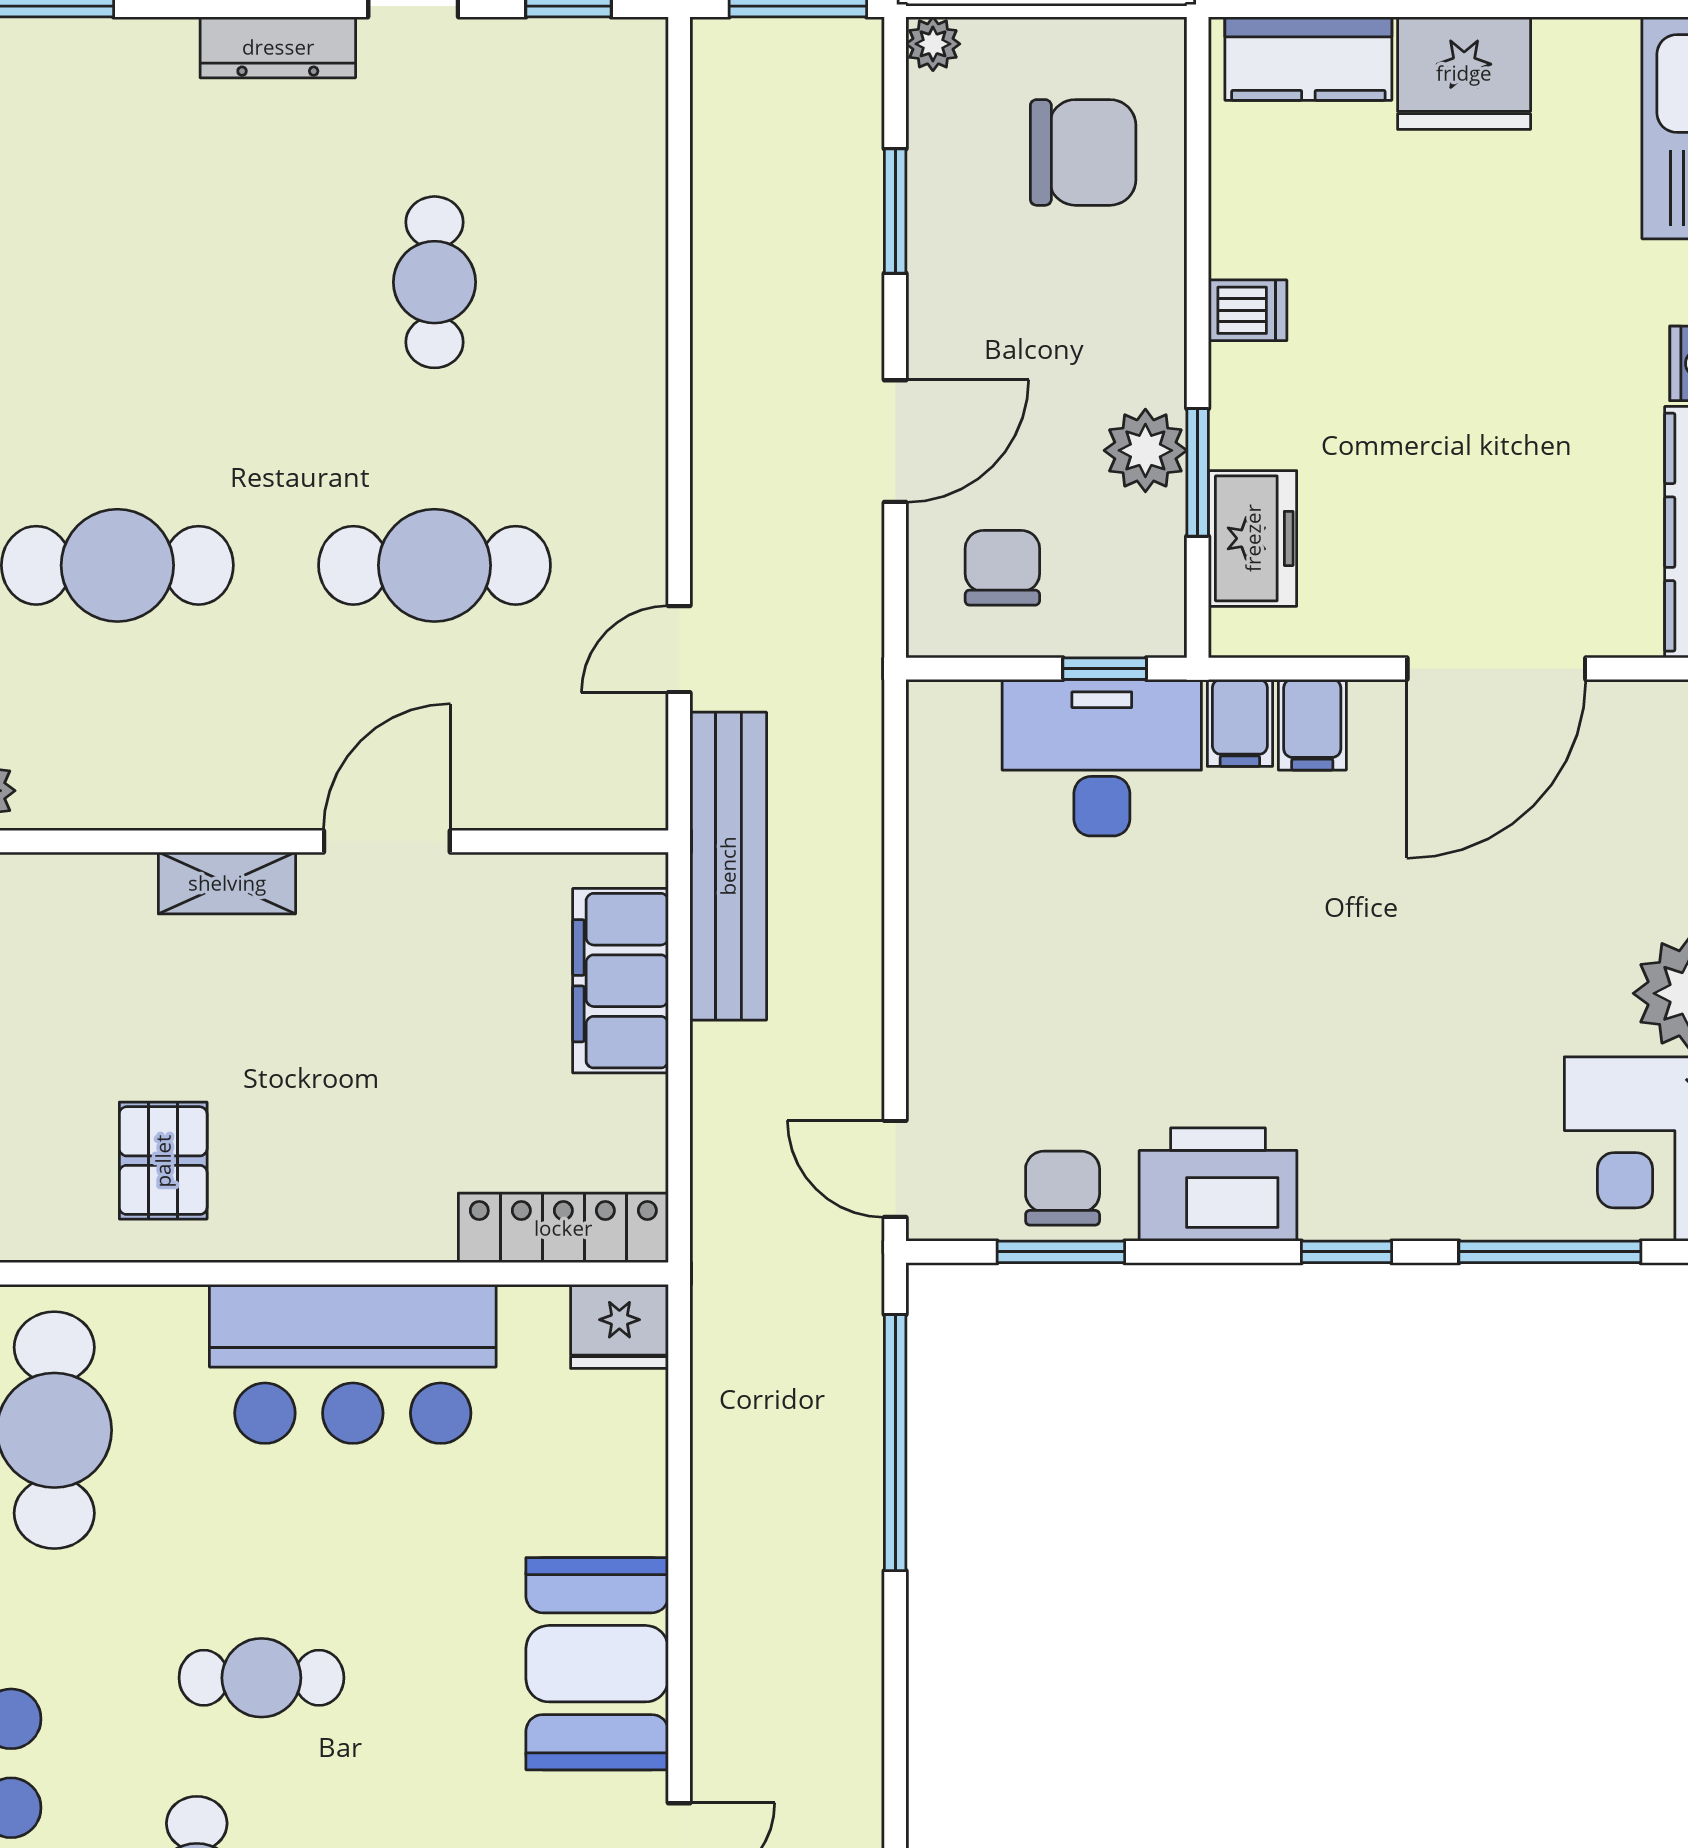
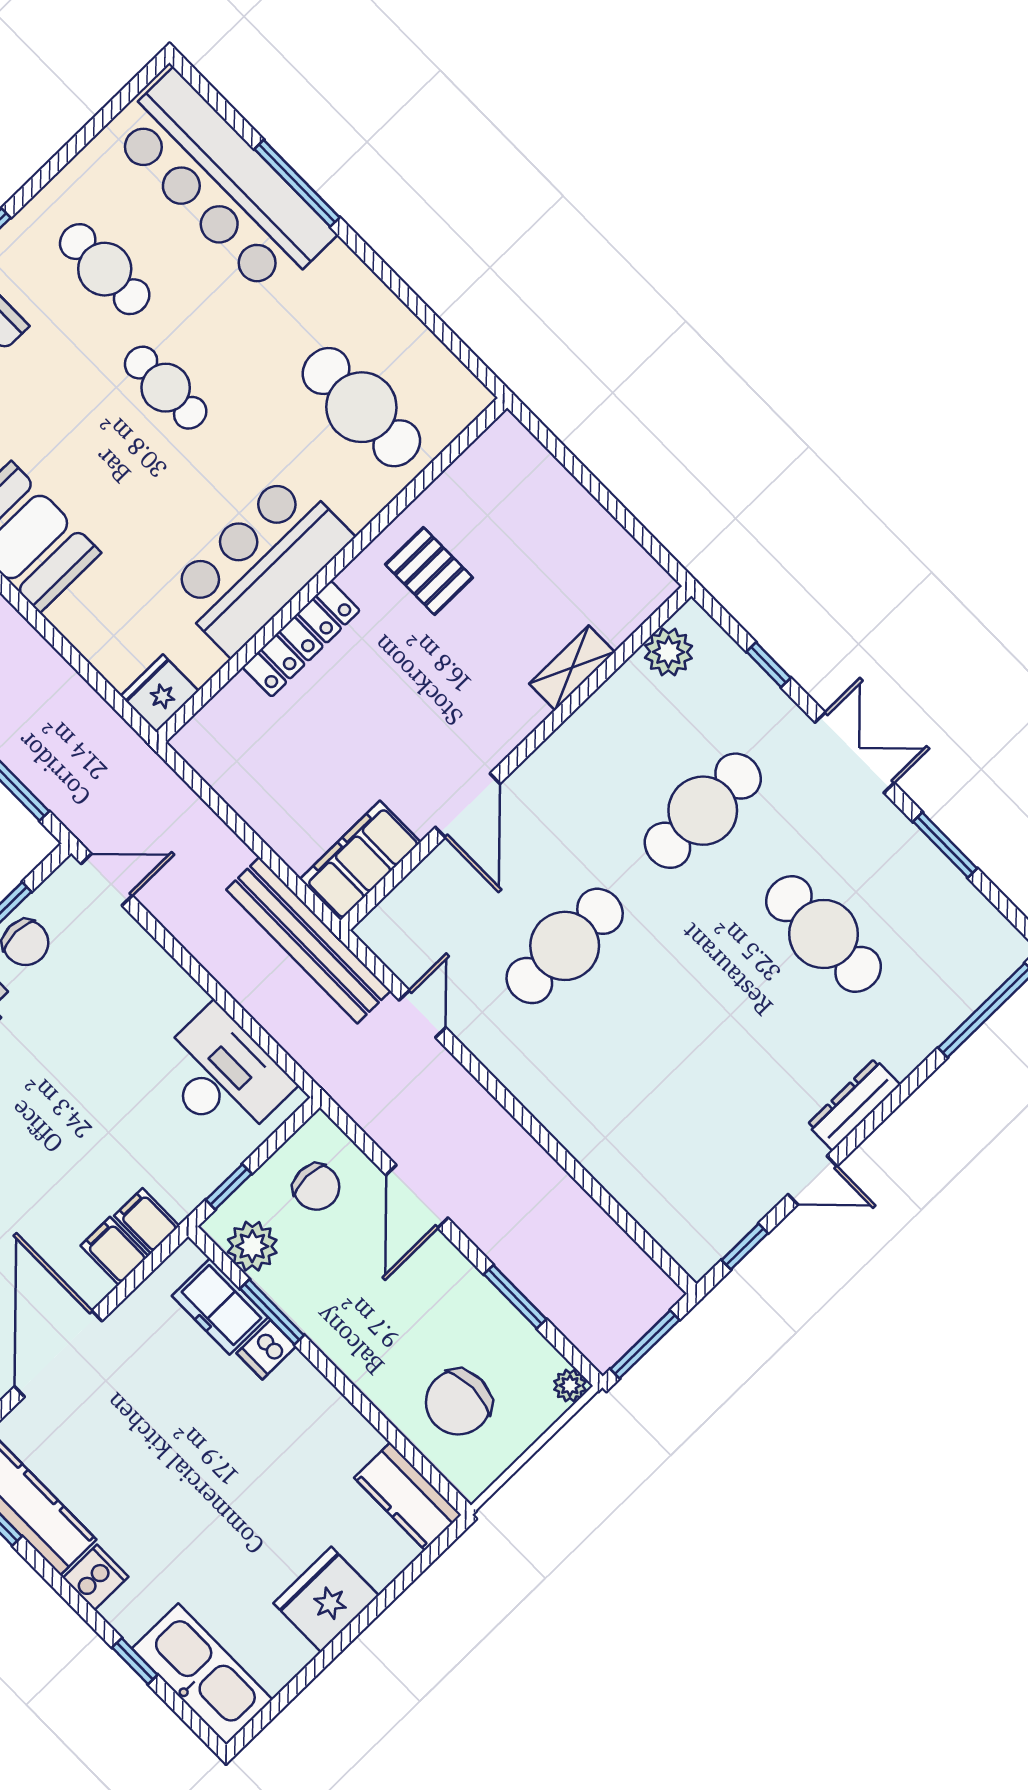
kitchen counter: (1308, 59) -> (408, 1496), moved, turned -90
cafe table: (434, 282) -> (823, 934), moved, width x1.37, depth x1.35
dishwasher: (1248, 310) -> (266, 1350), moved
plant: (1145, 450) -> (252, 1246), moved
desk: (1102, 758) -> (222, 1075), moved, turned -90
shelving: (227, 883) -> (572, 668), moved
filing cabinet: (621, 981) -> (360, 861), moved, turned -90
locker: (563, 1228) -> (301, 639), moved
cafe table: (261, 1678) -> (166, 388), turned 90

